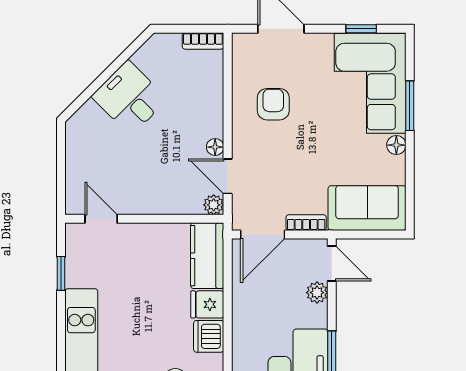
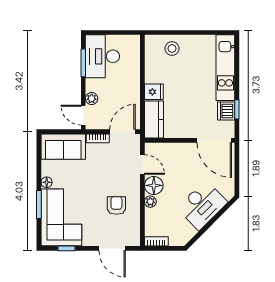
desk: (129, 98) -> (202, 205), width x1.37
armchair: (273, 104) -> (116, 205), turned 180
floor lamp: (215, 147) -> (154, 185), width x1.89, depth x1.89
plant: (214, 205) -> (150, 202), moved
door: (101, 219) -> (214, 140), width x1.88
dishwasher: (209, 336) -> (226, 111), moved, turned 180

